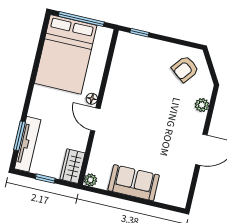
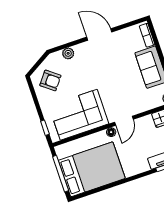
corner sofa: (131, 76) -> (79, 115), added
bookcase: (170, 199) -> (147, 35), added

